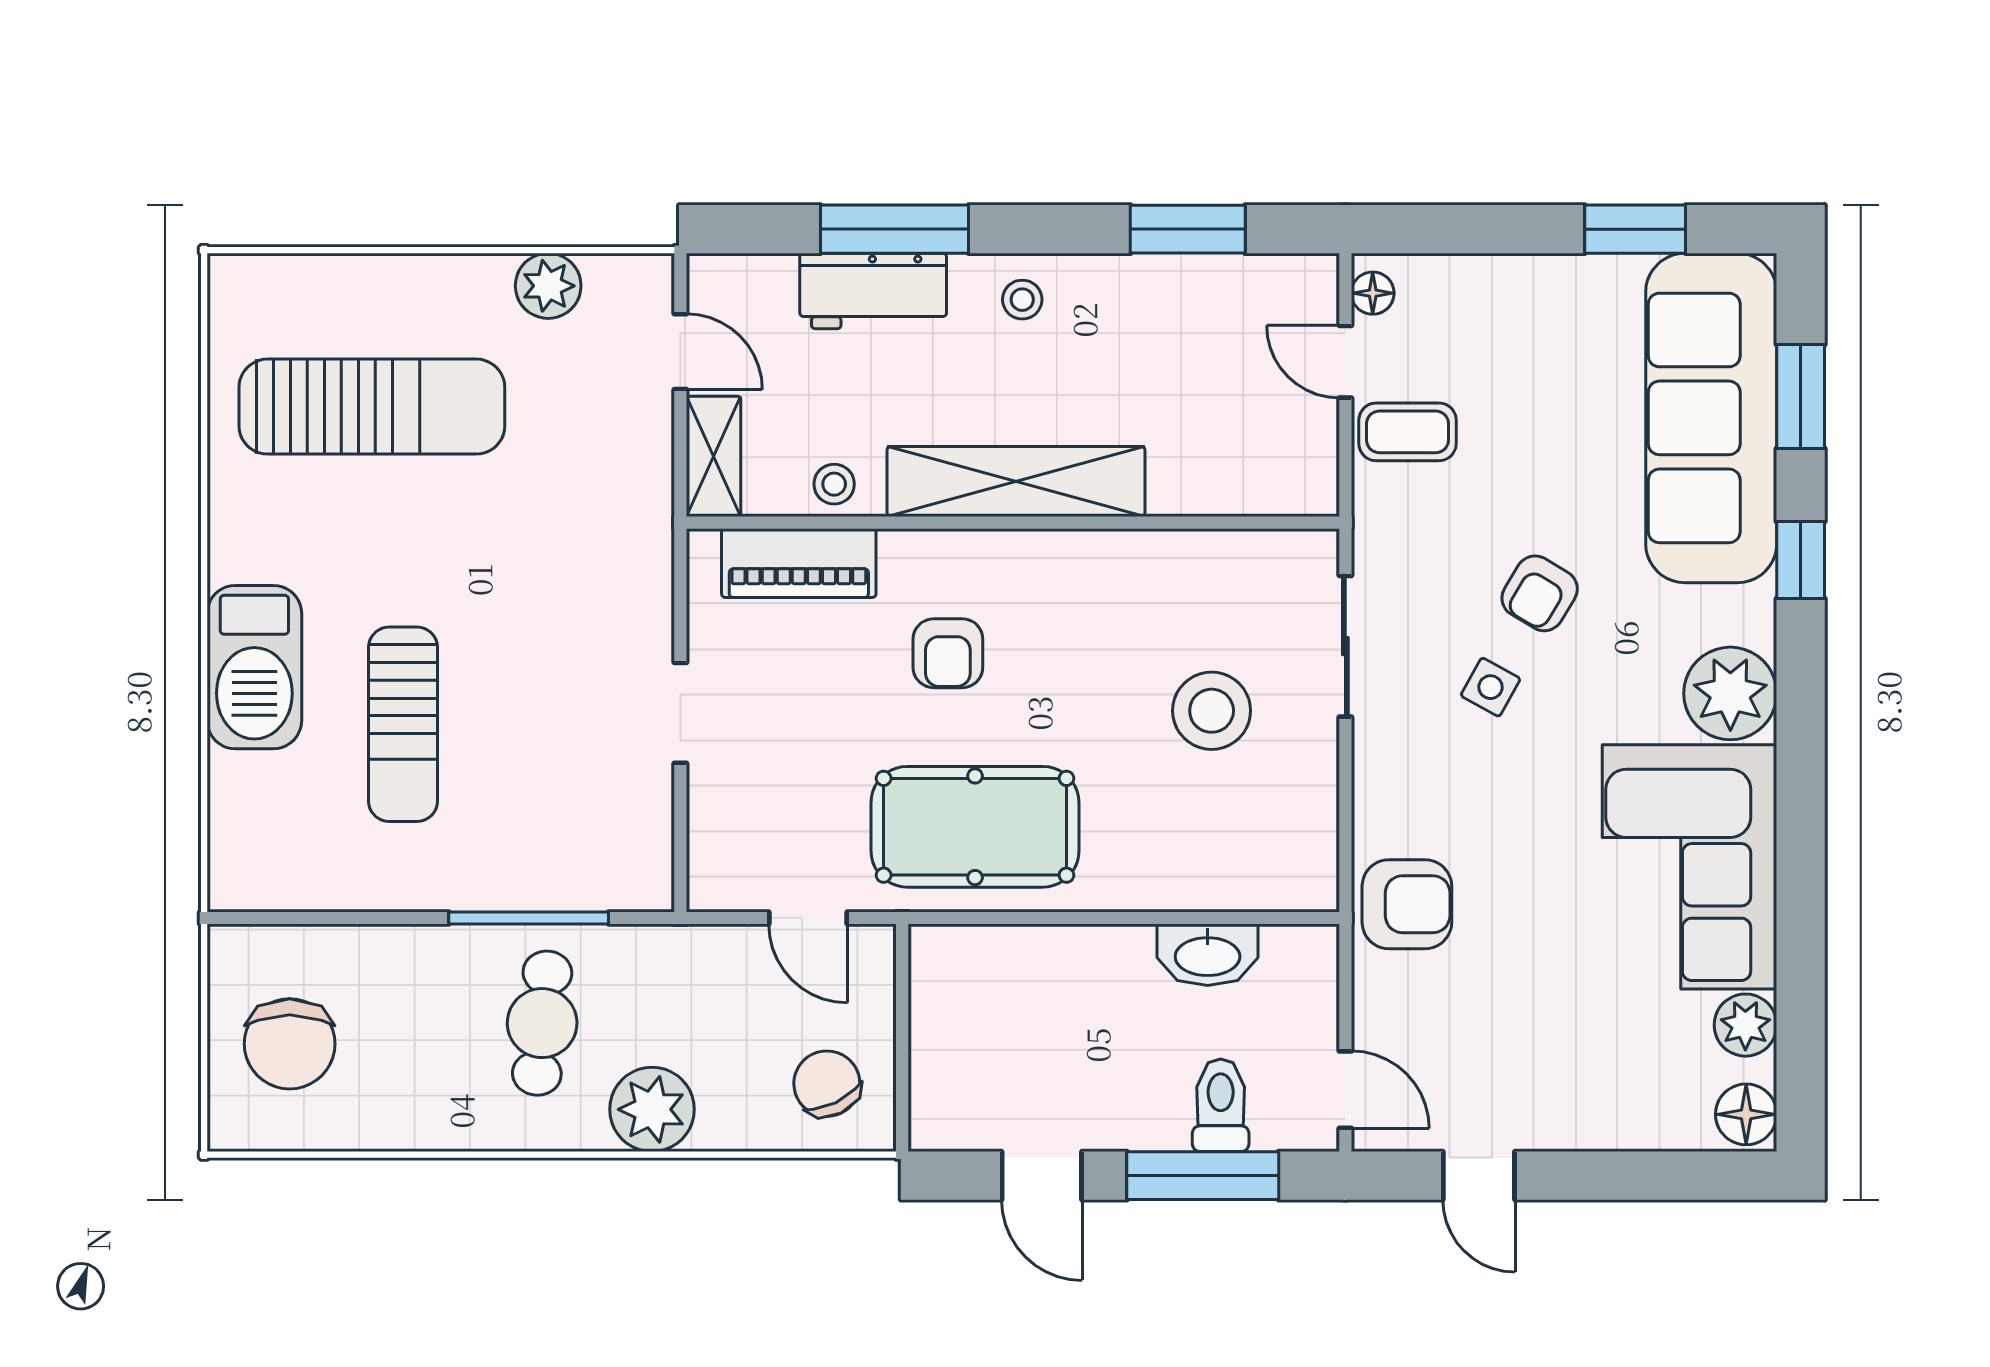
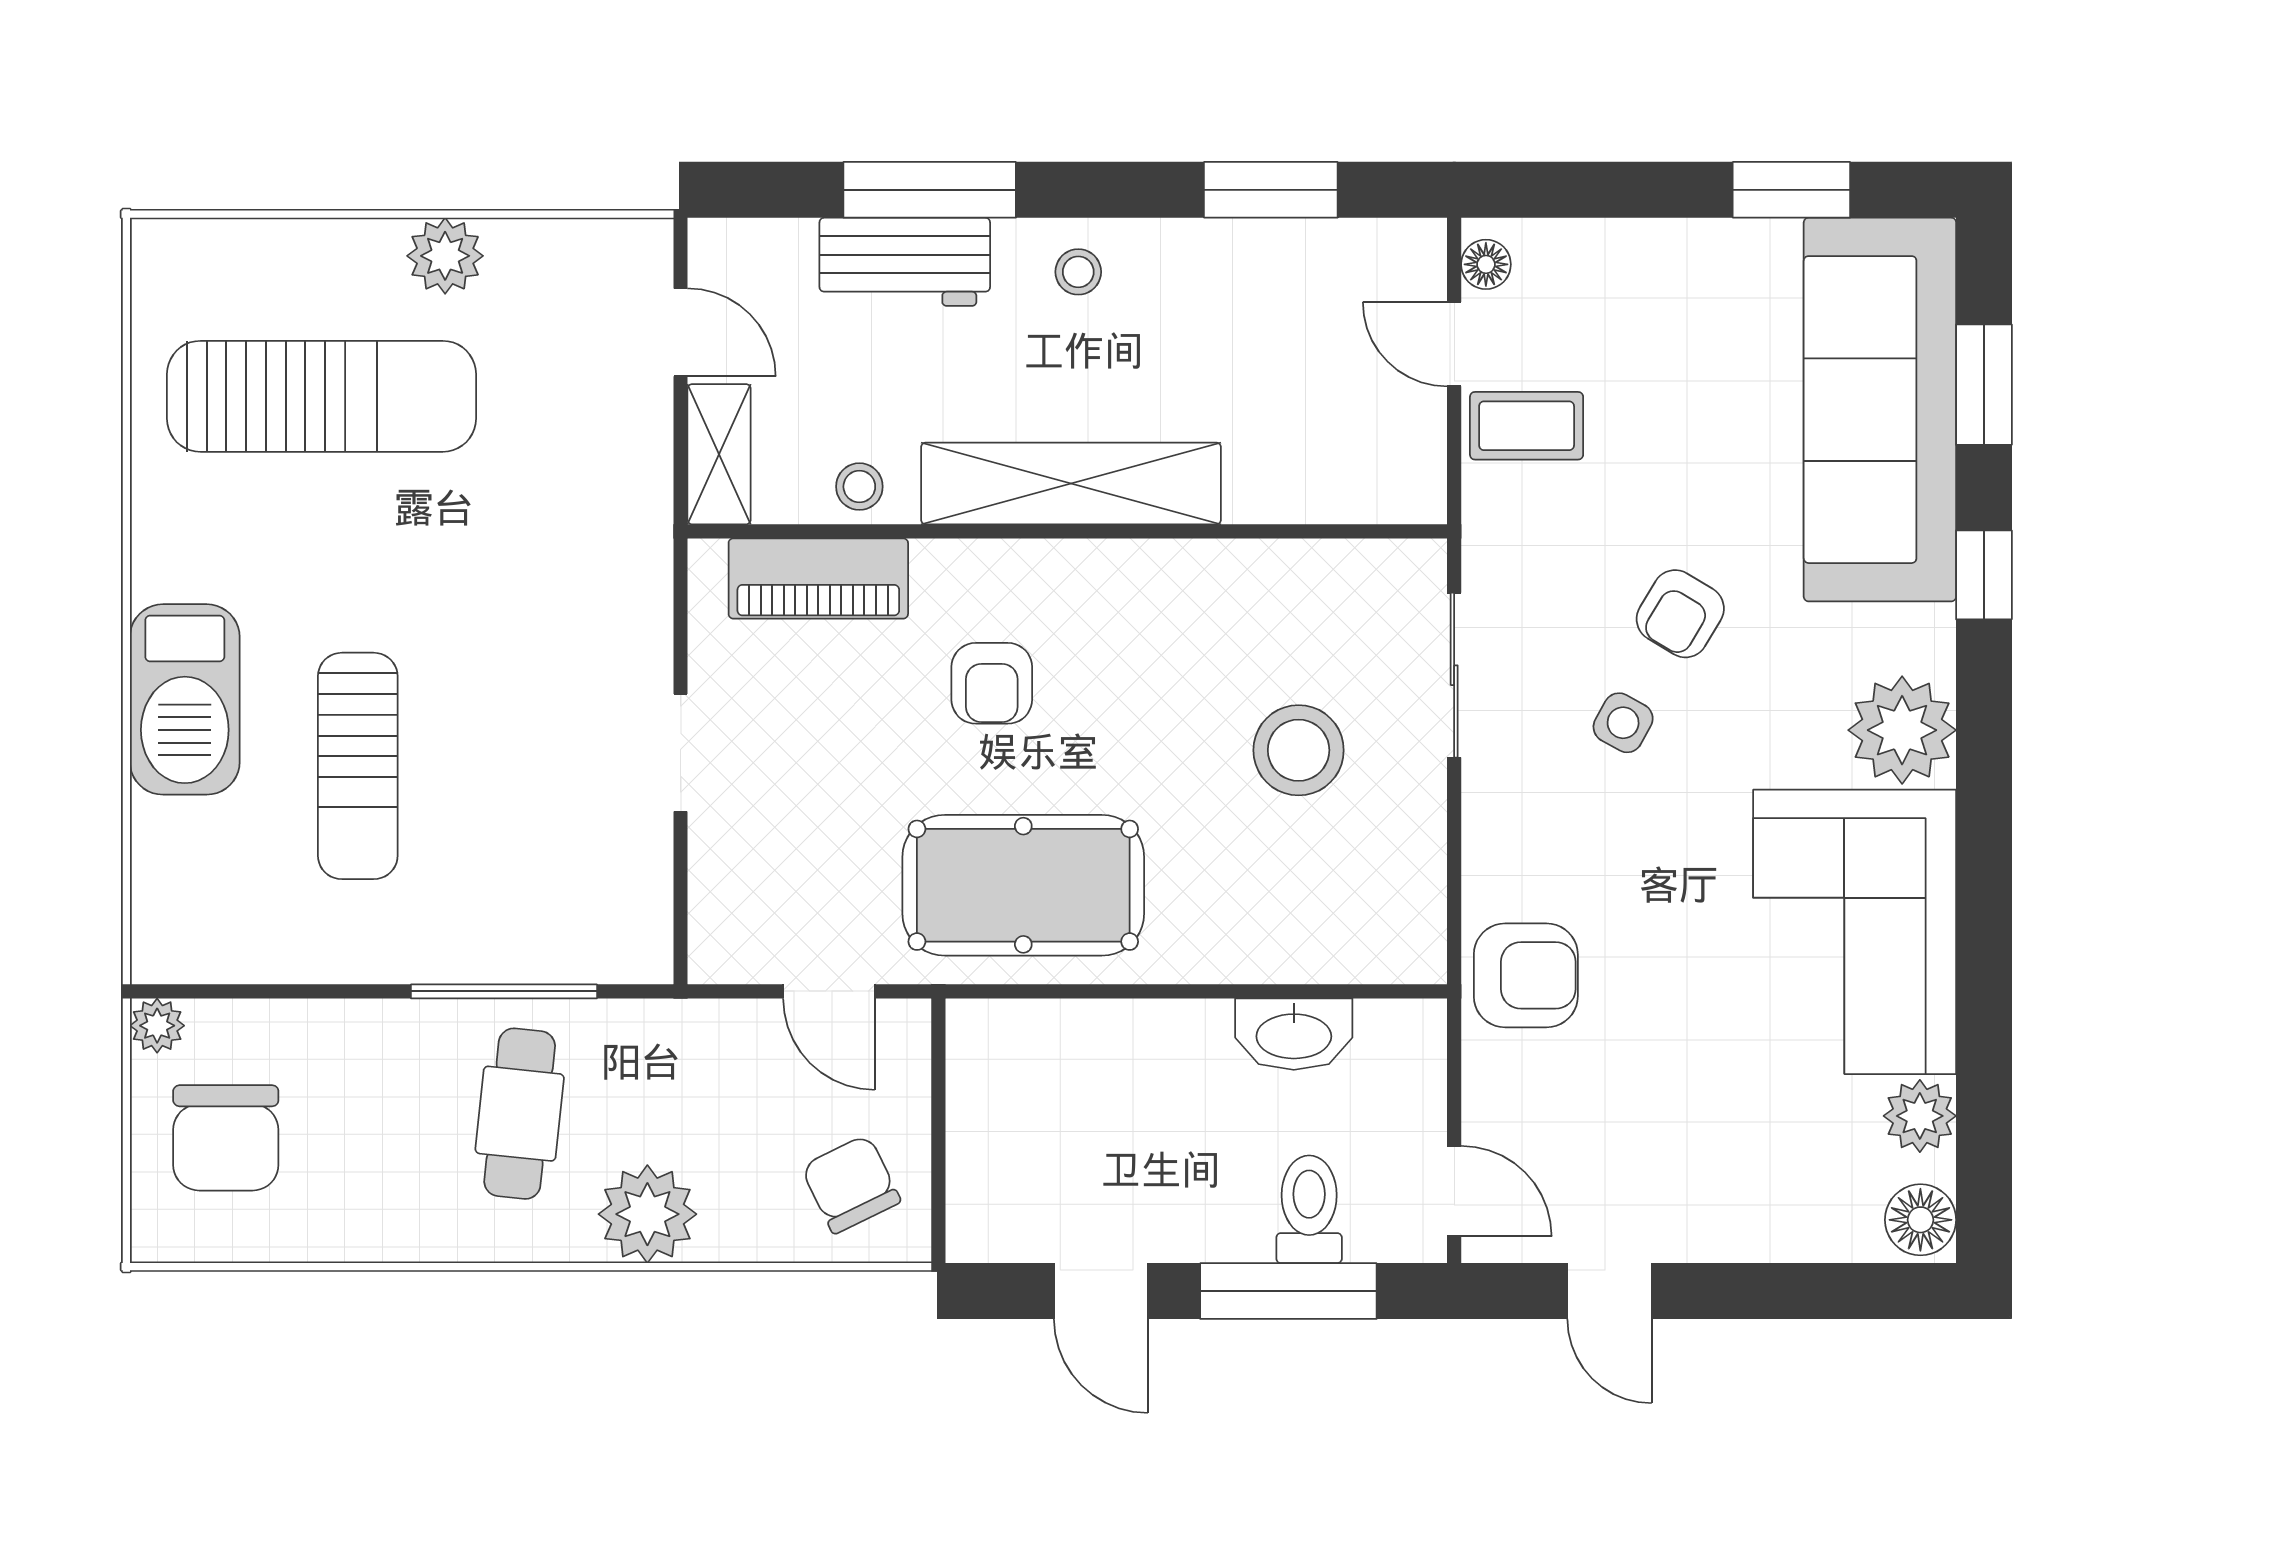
plant: (548, 286) -> (445, 256), moved
plant: (231, 947) -> (157, 1026), added

